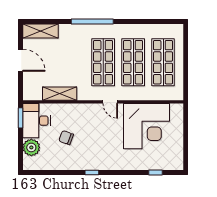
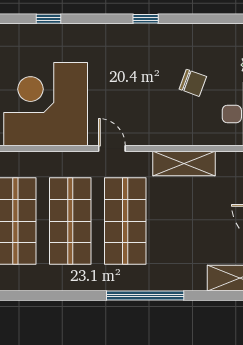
shelving: (60, 94) -> (184, 163), moved
window: (156, 173) -> (48, 19), moved

